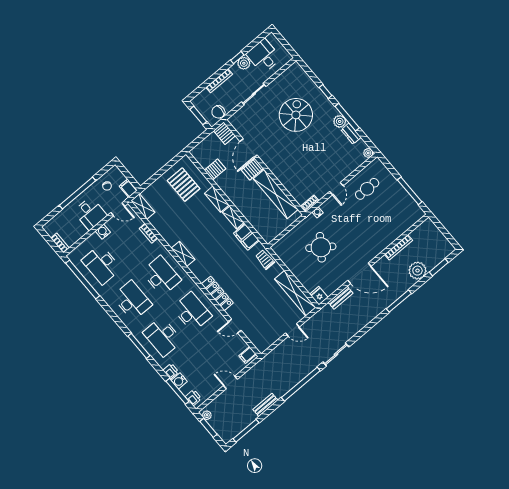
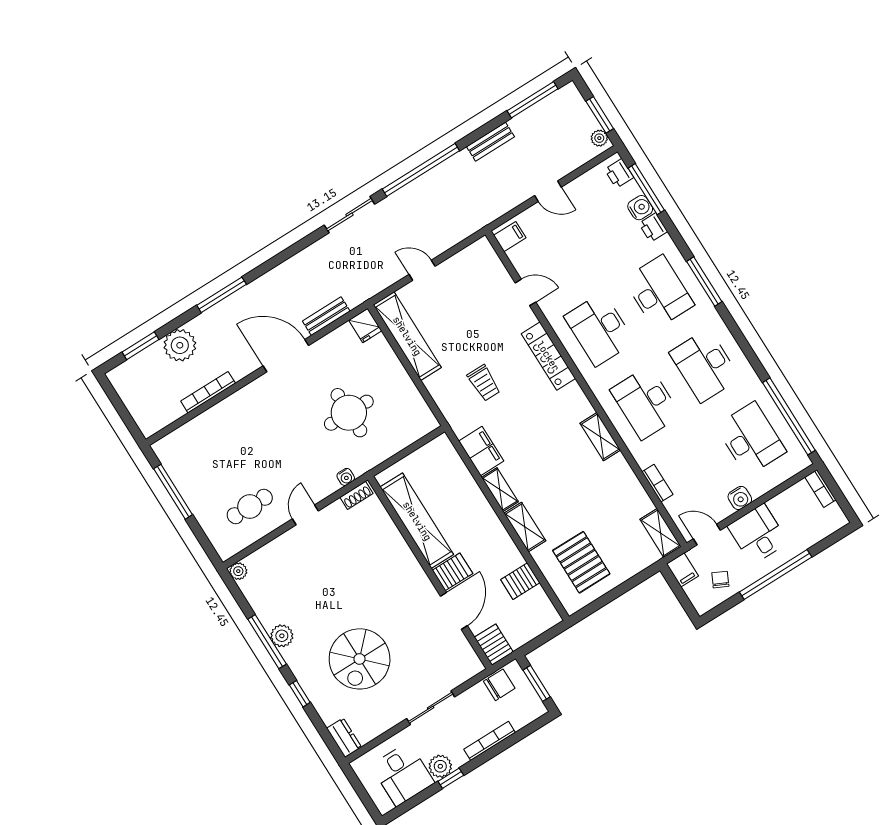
dresser: (351, 134) -> (344, 738), moved
round table: (321, 247) -> (349, 413), turned -36
trolley: (265, 260) -> (484, 383), moved

